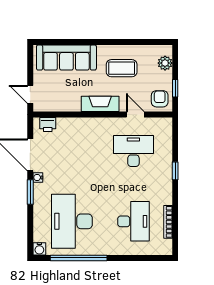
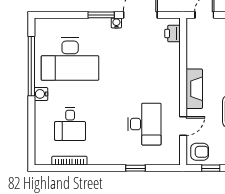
window: (175, 171) -> (136, 168), moved
desk: (72, 221) -> (70, 59), turned 180
desk: (133, 221) -> (70, 124), width x0.73
water cooler: (39, 249) -> (41, 94), moved

